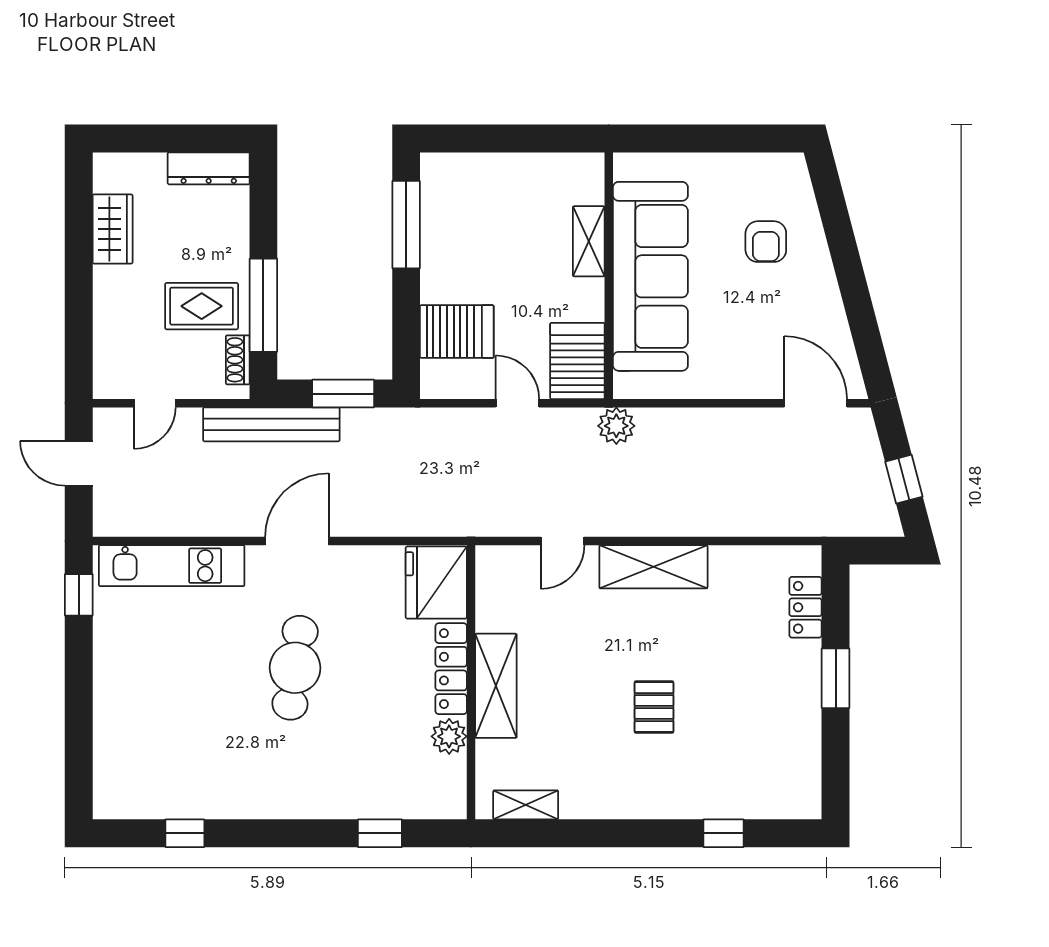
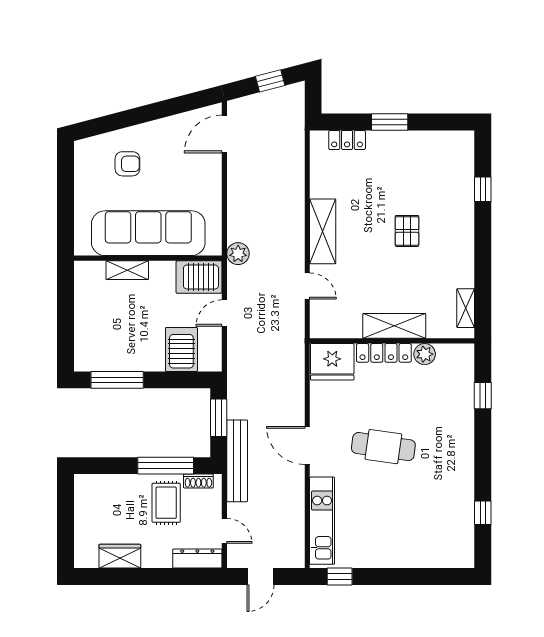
dresser: (209, 168) -> (197, 559), moved, turned -90
pallet: (654, 707) -> (407, 231), turned 90

